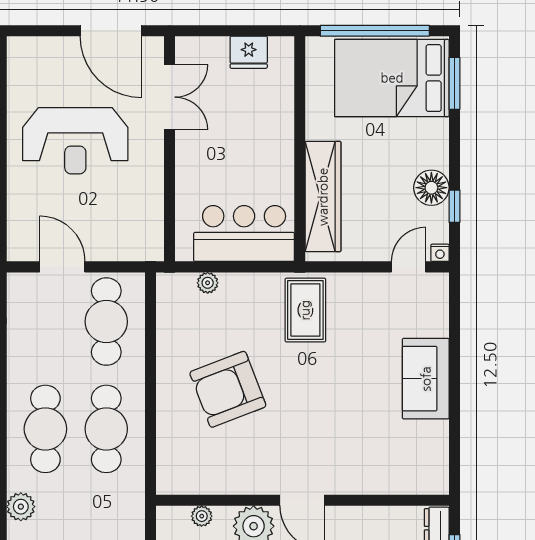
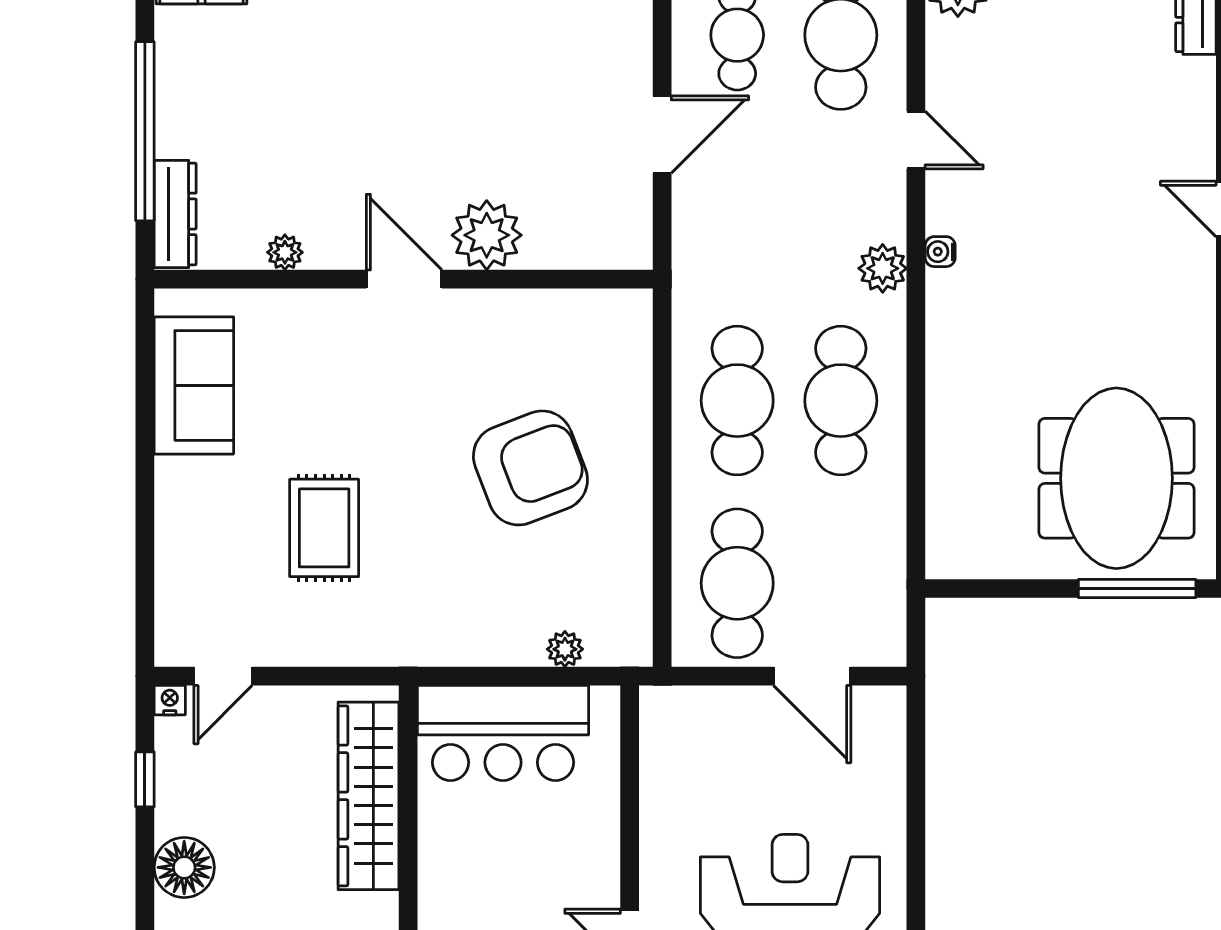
floor lamp: (431, 188) -> (184, 867), moved
rug: (305, 310) -> (324, 528), moved
sofa: (426, 379) -> (194, 385), moved
plant: (202, 516) -> (285, 252), moved

